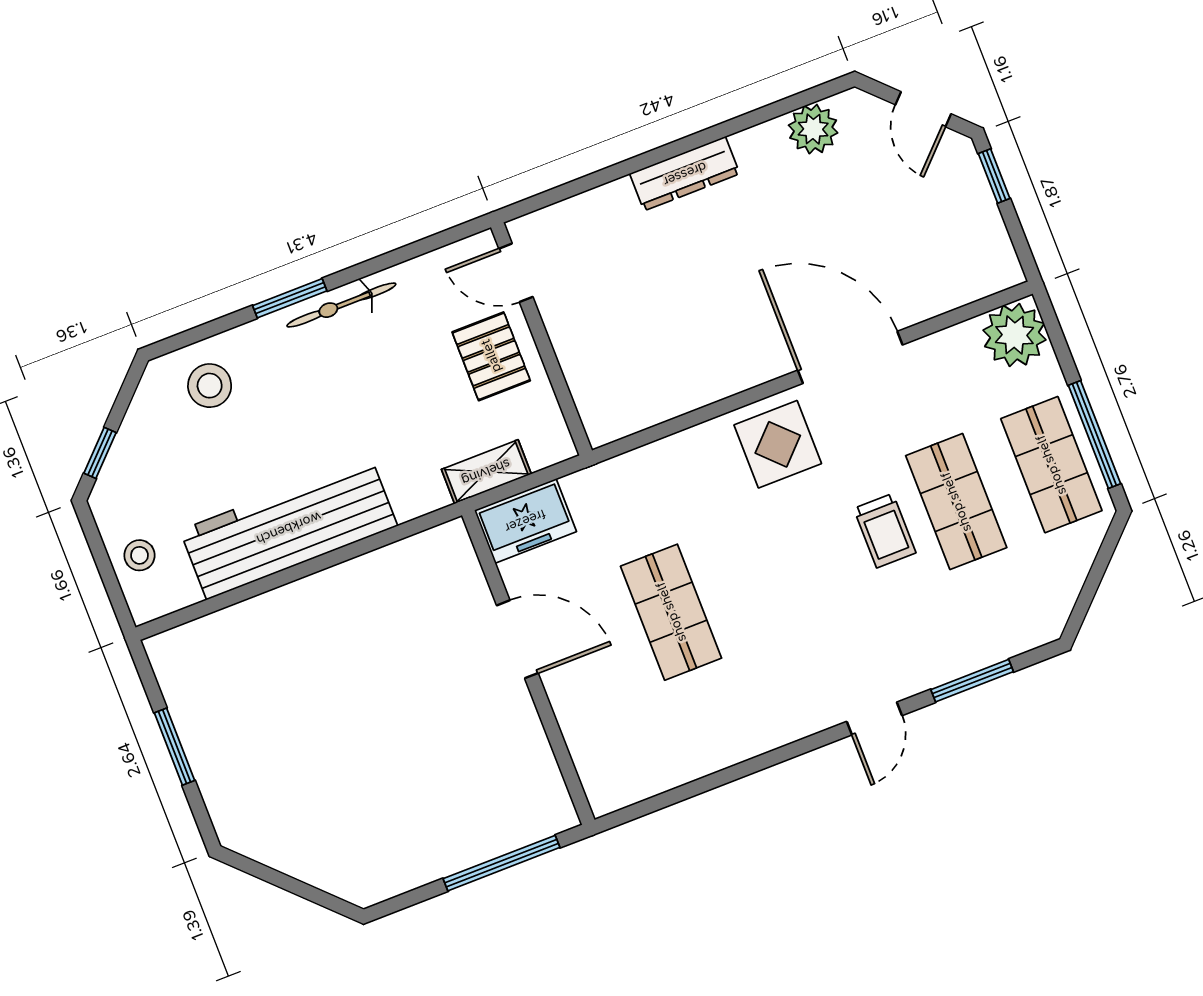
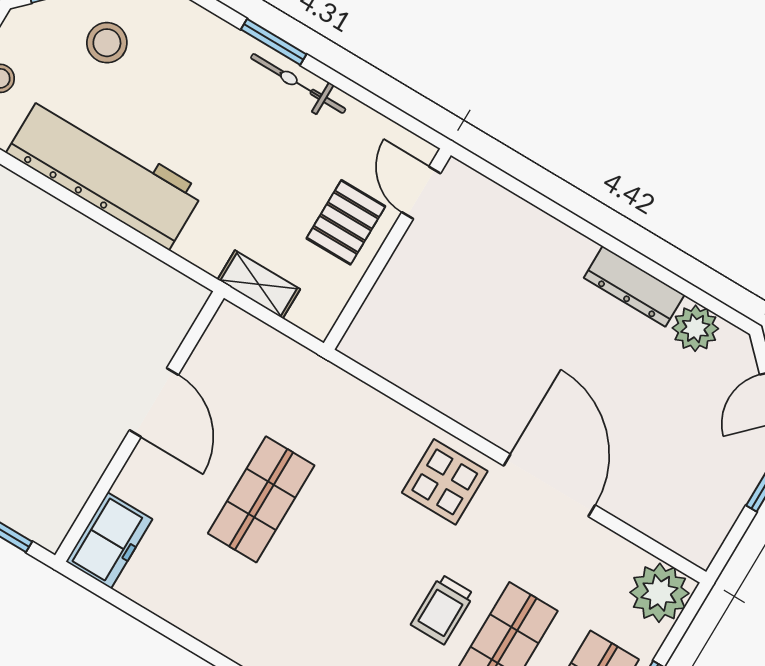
dresser: (685, 174) -> (634, 286), moved
stool: (210, 386) -> (107, 43), moved
freezer: (525, 521) -> (109, 541), moved, turned -90

